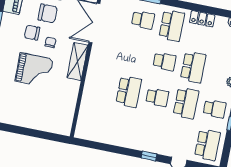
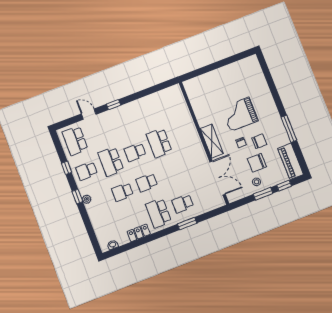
school desk: (193, 67) -> (122, 192), width x0.54

